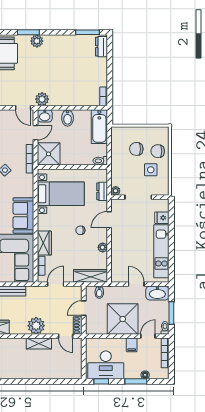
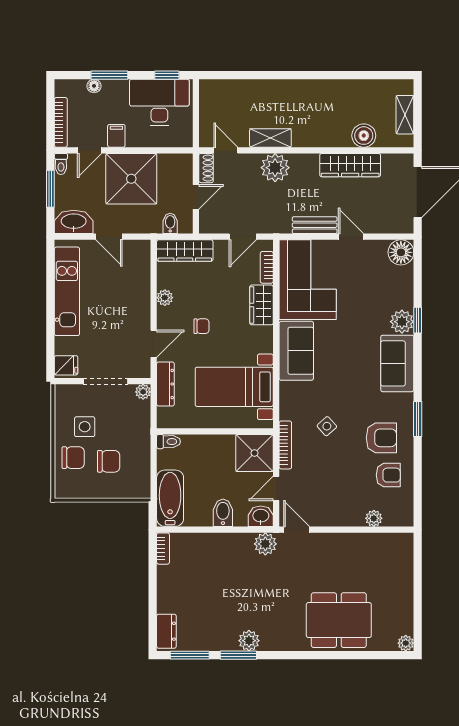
window: (28, 32) -> (238, 655), moved
plant: (37, 41) -> (249, 641), moved
dresser: (102, 191) -> (165, 384), width x1.44
fridge: (162, 218) -> (66, 365), moved

